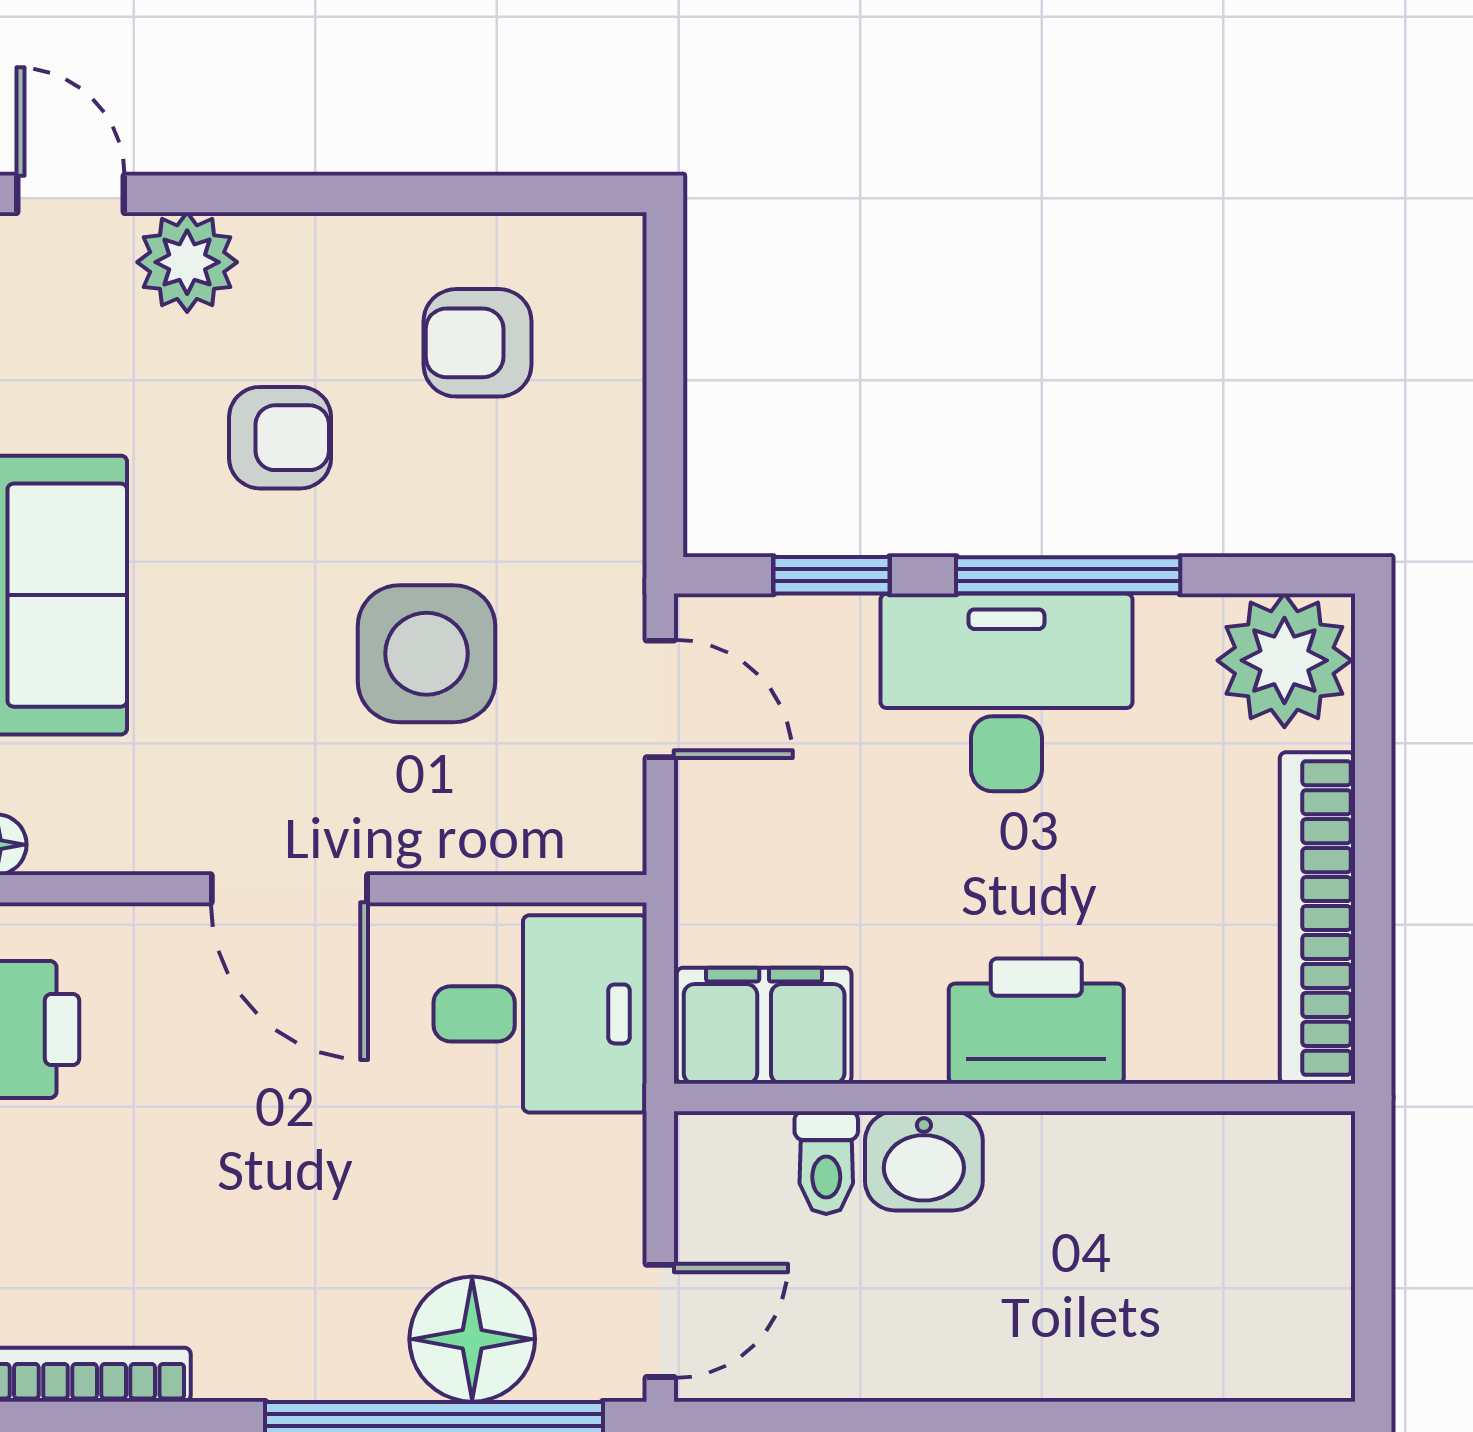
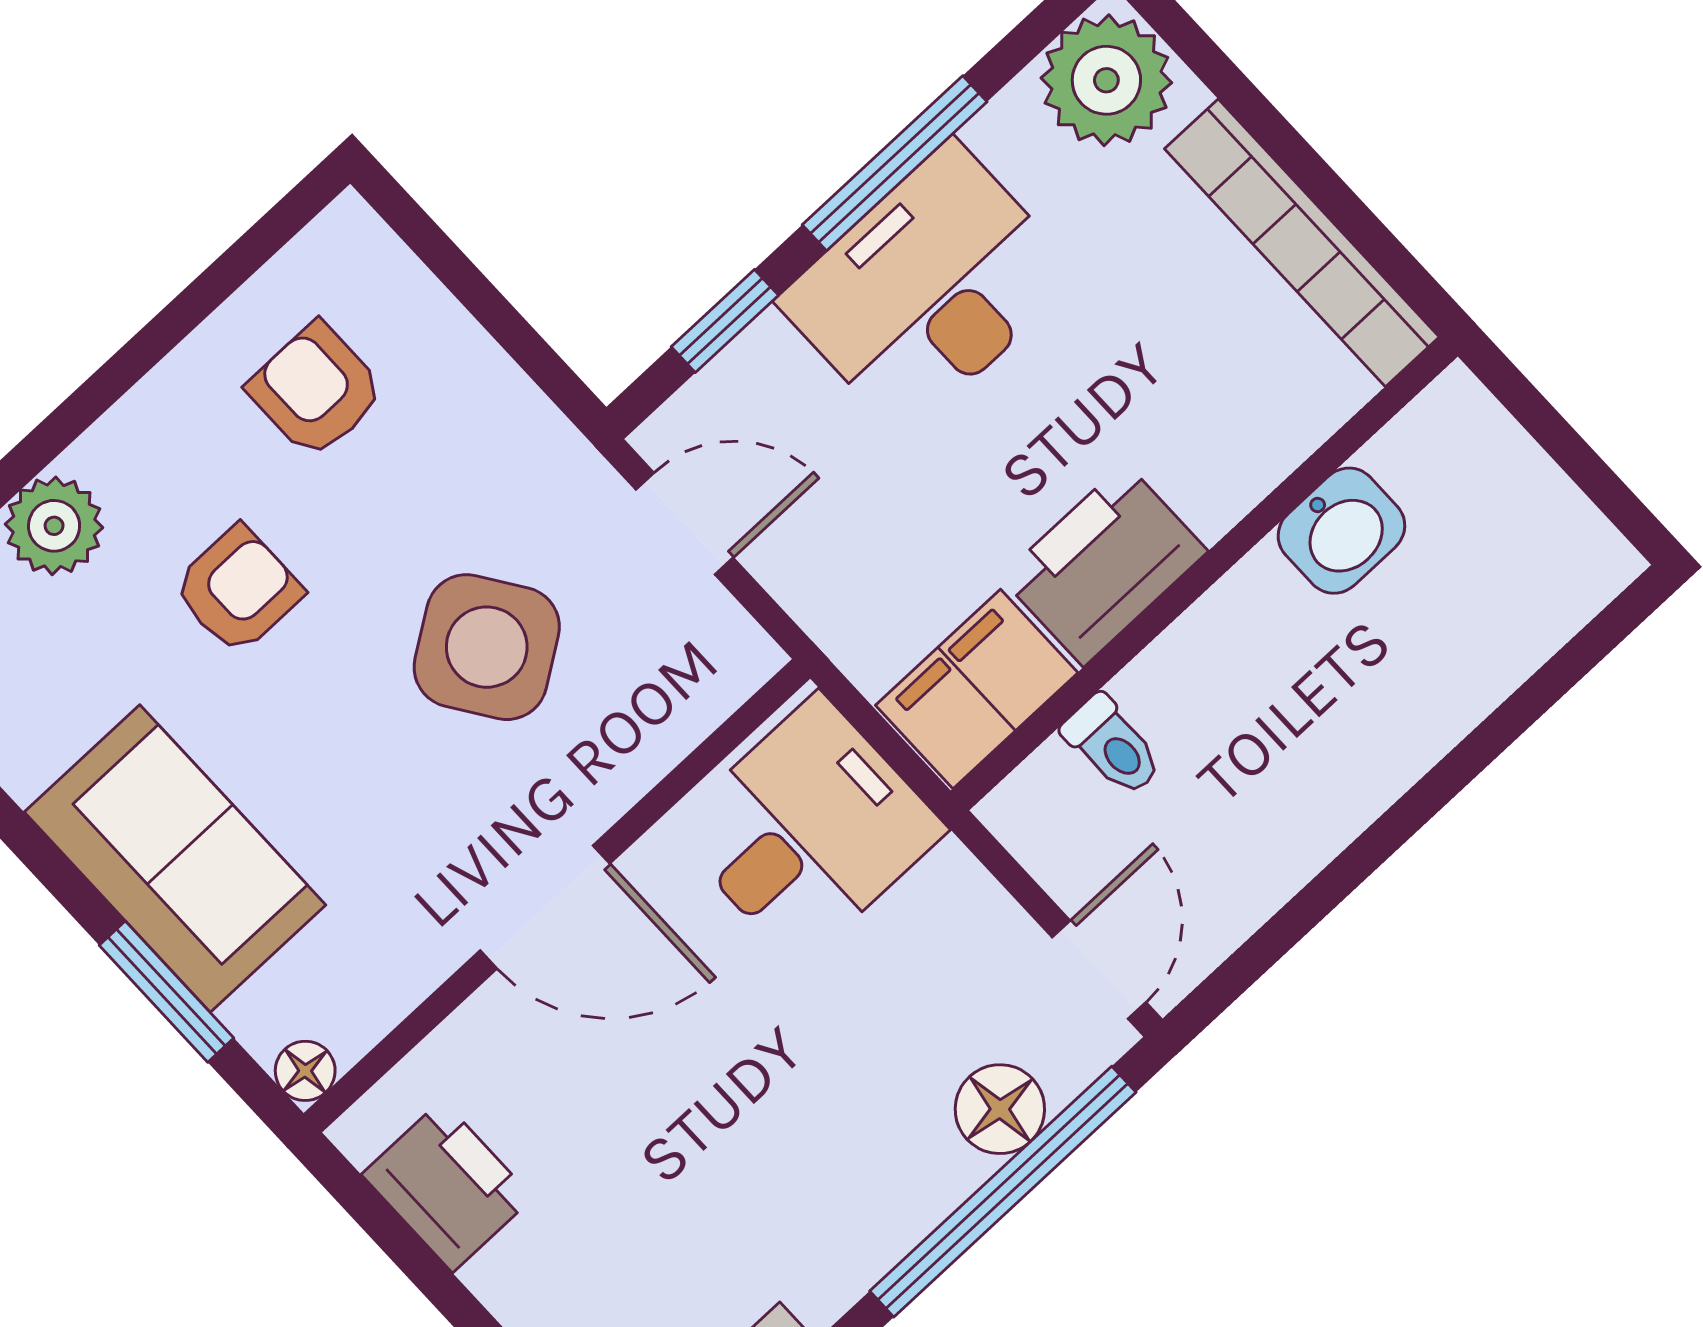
armchair: (477, 343) -> (316, 390), turned 90
side table: (427, 654) -> (487, 647), turned -34
printer: (1036, 1021) -> (1104, 564), moved
washbasin: (924, 1161) -> (1341, 531), moved
floor lamp: (472, 1339) -> (1000, 1109), width x0.73, depth x0.73

